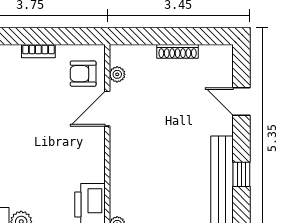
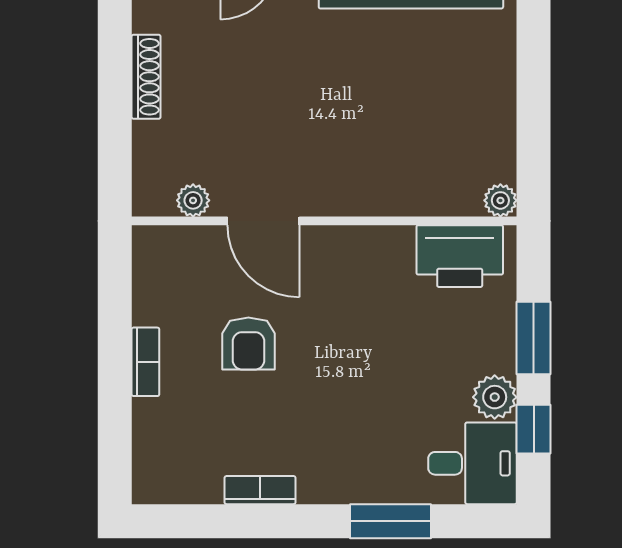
armchair: (83, 74) -> (248, 344), moved

